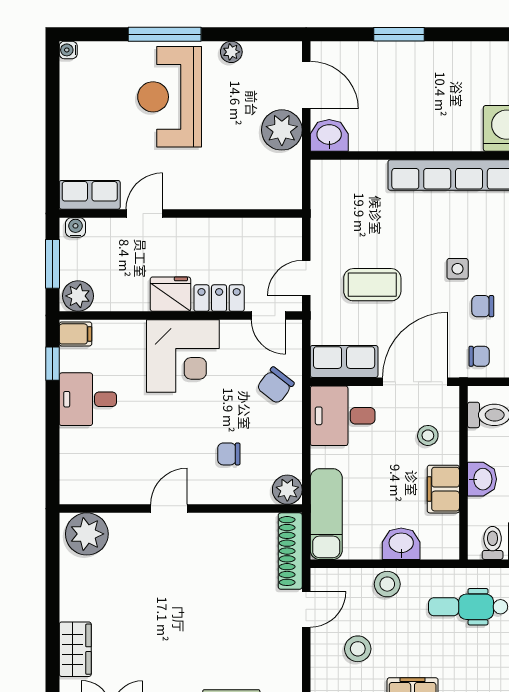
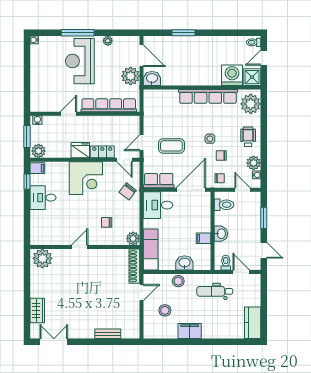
row of seats: (90, 195) -> (109, 105), moved, width x2.02
stool: (428, 435) -> (197, 214), removed
filing cabinet: (443, 489) -> (203, 238), width x0.50

